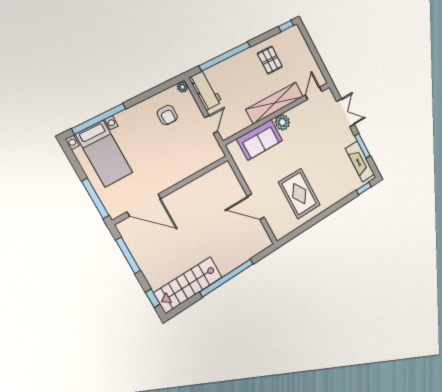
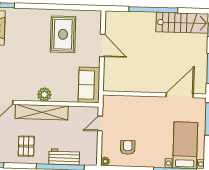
workbench: (205, 90) -> (64, 157), moved, turned 90
sofa: (260, 140) -> (89, 85), moved, turned -90
door: (144, 205) -> (180, 95), hinge flipped

